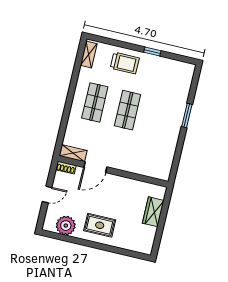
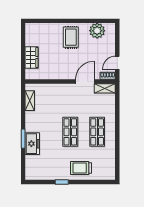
shelving: (89, 54) -> (30, 101), moved
freezer: (177, 107) -> (32, 144), added
door: (47, 194) -> (117, 63), moved
rug: (100, 225) -> (71, 37), turned 90

